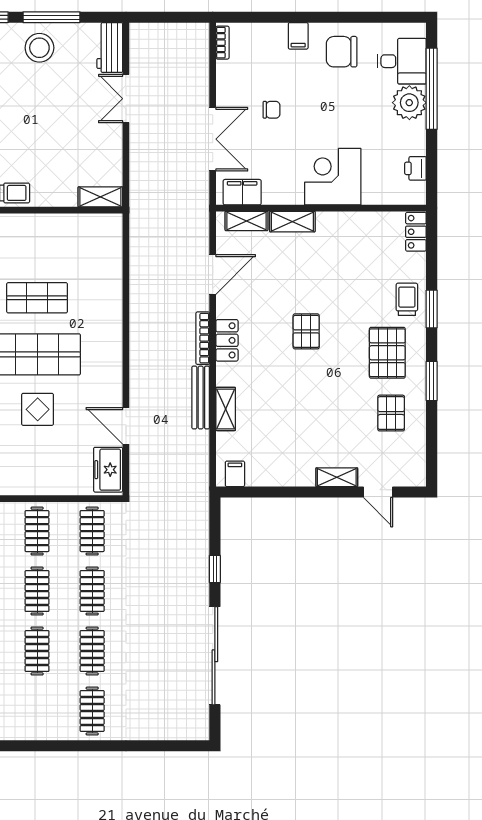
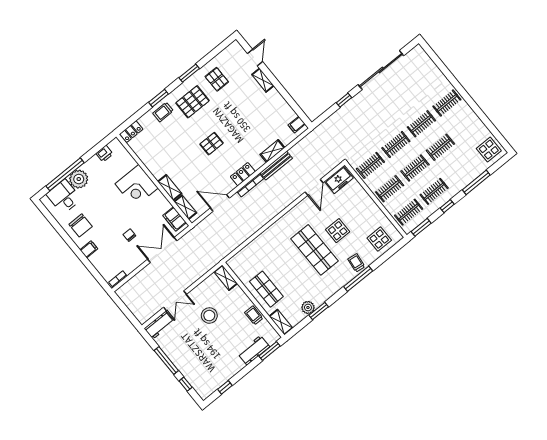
stool: (39, 48) -> (209, 316), moved
shop shelf: (37, 298) -> (266, 289), moved
pallet: (391, 413) -> (217, 79), turned 90

